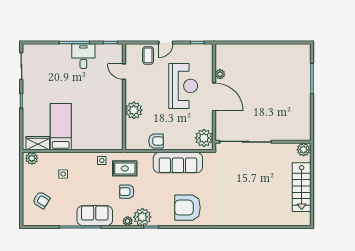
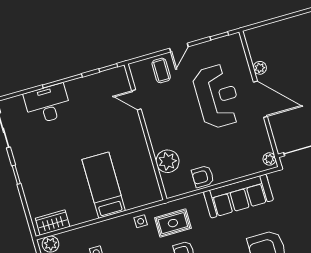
desk: (83, 56) -> (47, 104), moved, width x1.37
plant: (134, 110) -> (168, 161), moved
bed: (61, 127) -> (104, 185), moved
plant: (204, 138) -> (269, 159), width x0.53, depth x0.53
armchair: (156, 141) -> (203, 177), turned 180

